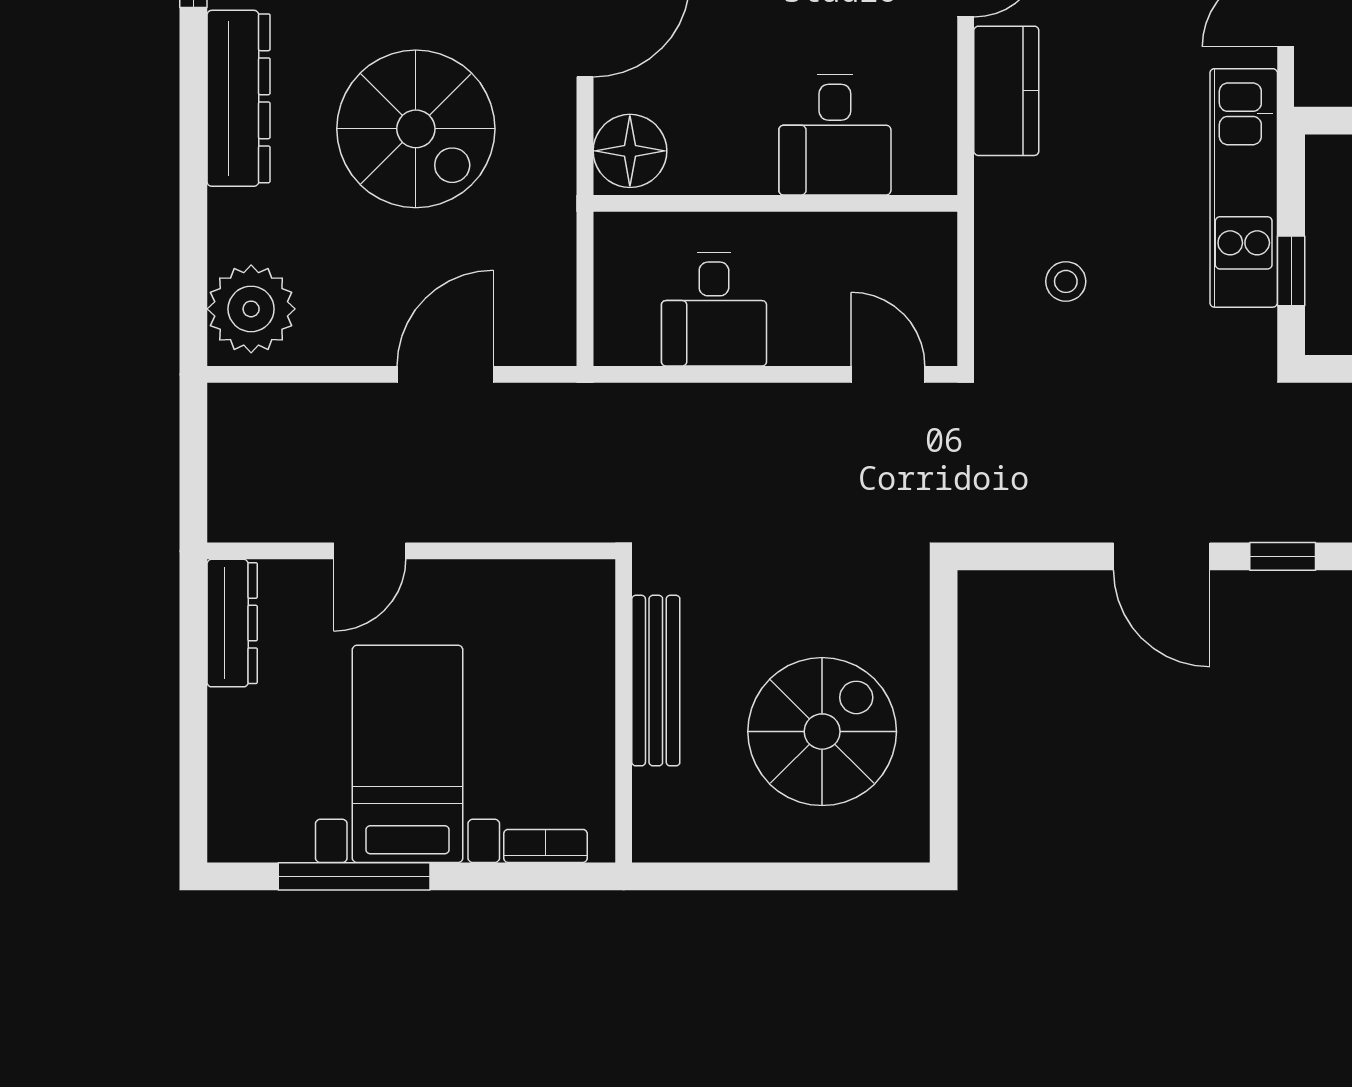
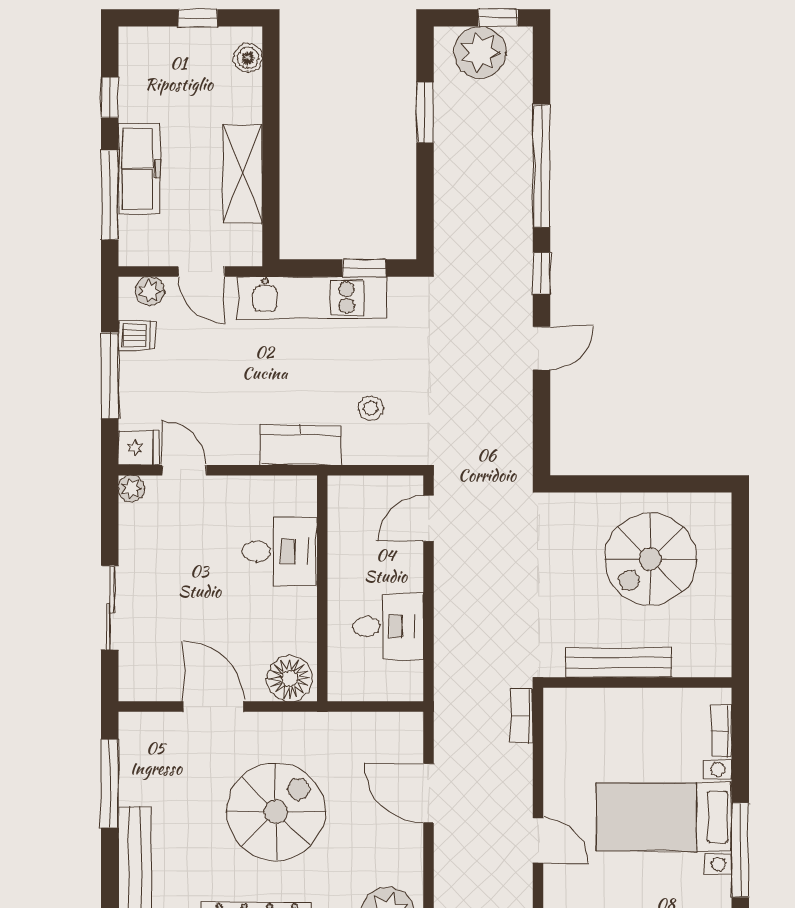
kitchen counter: (1006, 91) -> (301, 445), moved
bookcase: (570, 525) -> (522, 716), added
door: (1162, 556) -> (542, 348), width x0.73
spiral stairs: (822, 732) -> (650, 559), turned -90

